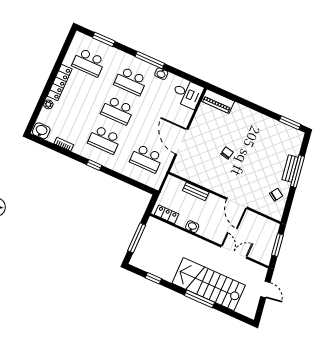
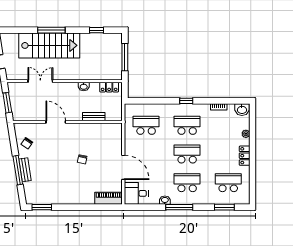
locker: (60, 83) -> (245, 156), width x0.66
door: (182, 142) -> (123, 167), moved
double door: (234, 252) -> (40, 81), swing flipped

